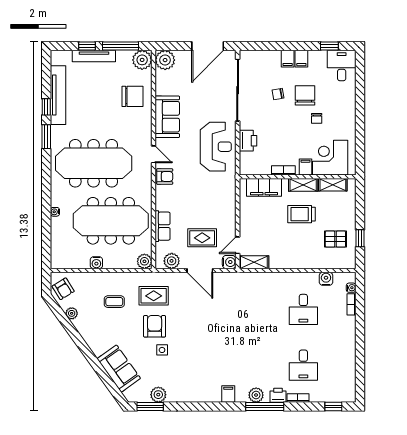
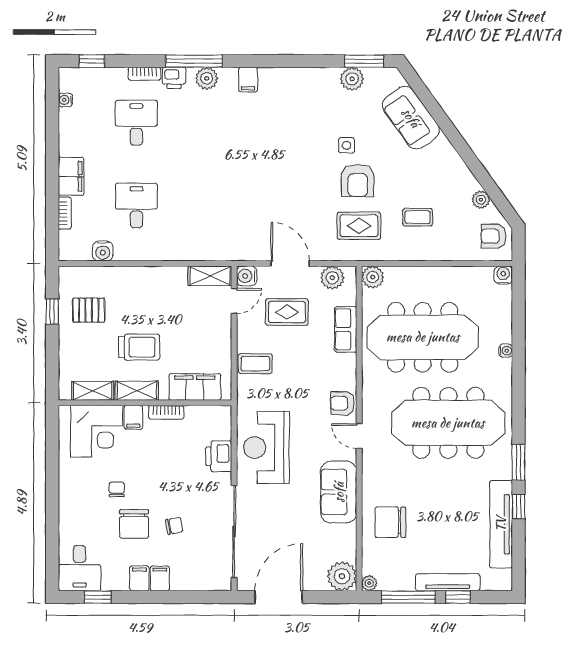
plant: (142, 60) -> (369, 583), width x0.53, depth x0.53
coffee table: (223, 203) -> (255, 364), added
water cooler: (96, 263) -> (503, 275), moved
water cooler: (351, 288) -> (65, 100), moved
armchair: (63, 289) -> (494, 236), turned -58
filing cabinet: (347, 329) -> (71, 176), added

